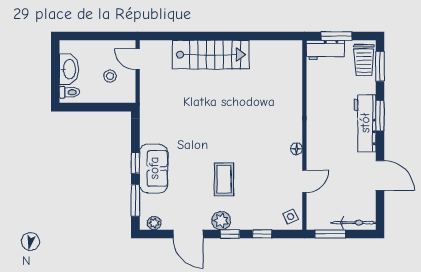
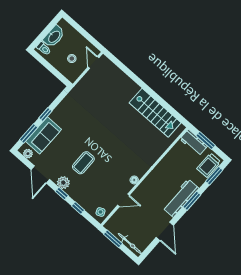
stairs: (211, 55) -> (155, 113), moved
sofa: (154, 168) -> (44, 135), moved

